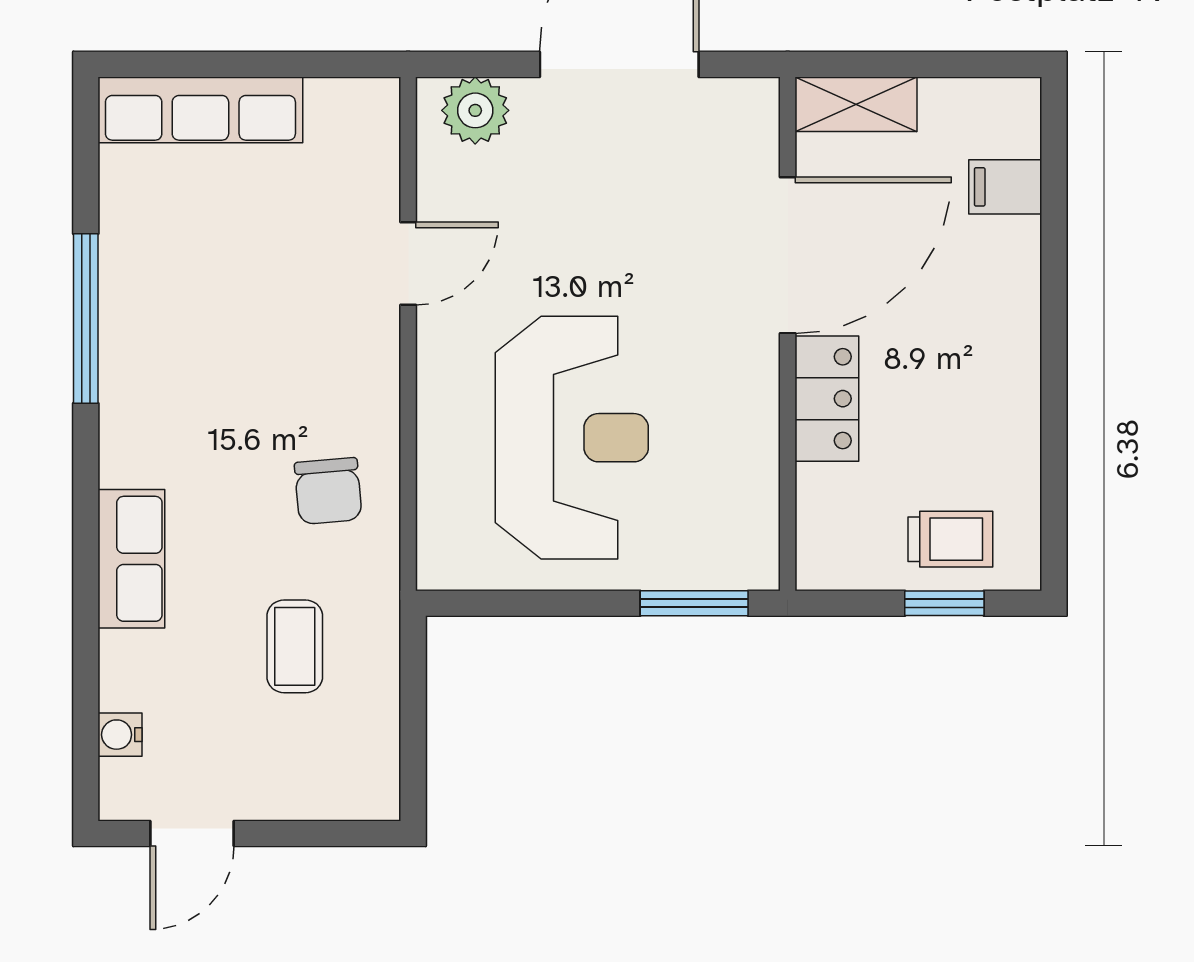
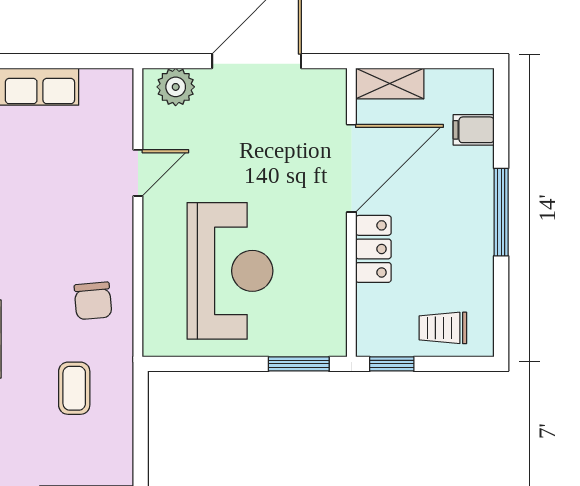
window: (1054, 333) -> (501, 212), added
trolley: (950, 539) -> (443, 328), turned 180
window: (944, 603) -> (392, 364), moved

